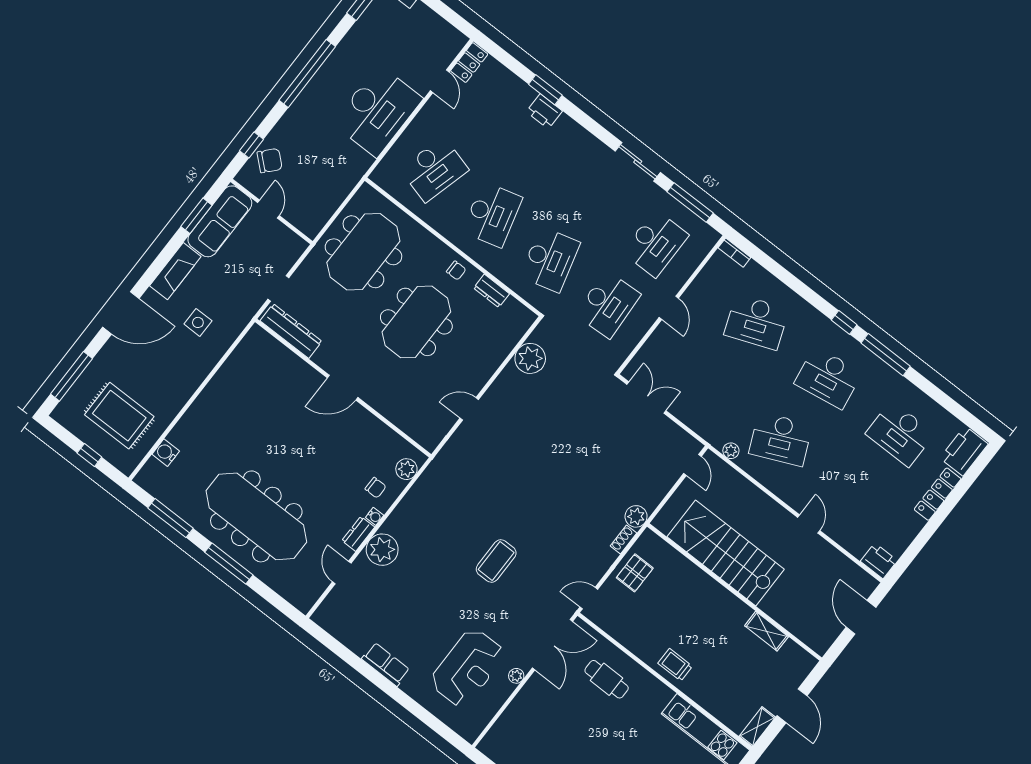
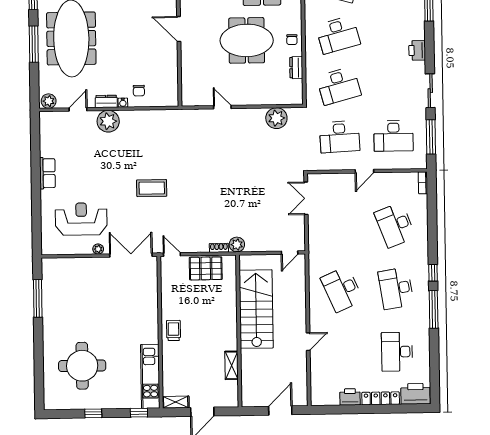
printer: (544, 111) -> (417, 50), moved
double door: (646, 398) -> (306, 198), swing flipped
plant: (731, 451) -> (314, 267), removed
plant: (406, 469) -> (49, 101), moved
printer: (879, 561) -> (350, 397), moved, turned -90
pallet: (635, 573) -> (206, 268), width x1.50, depth x1.42
double door: (553, 645) -> (131, 255), swing flipped
reception desk: (467, 668) -> (81, 219), turned 180
cafe table: (607, 679) -> (136, 300), removed

